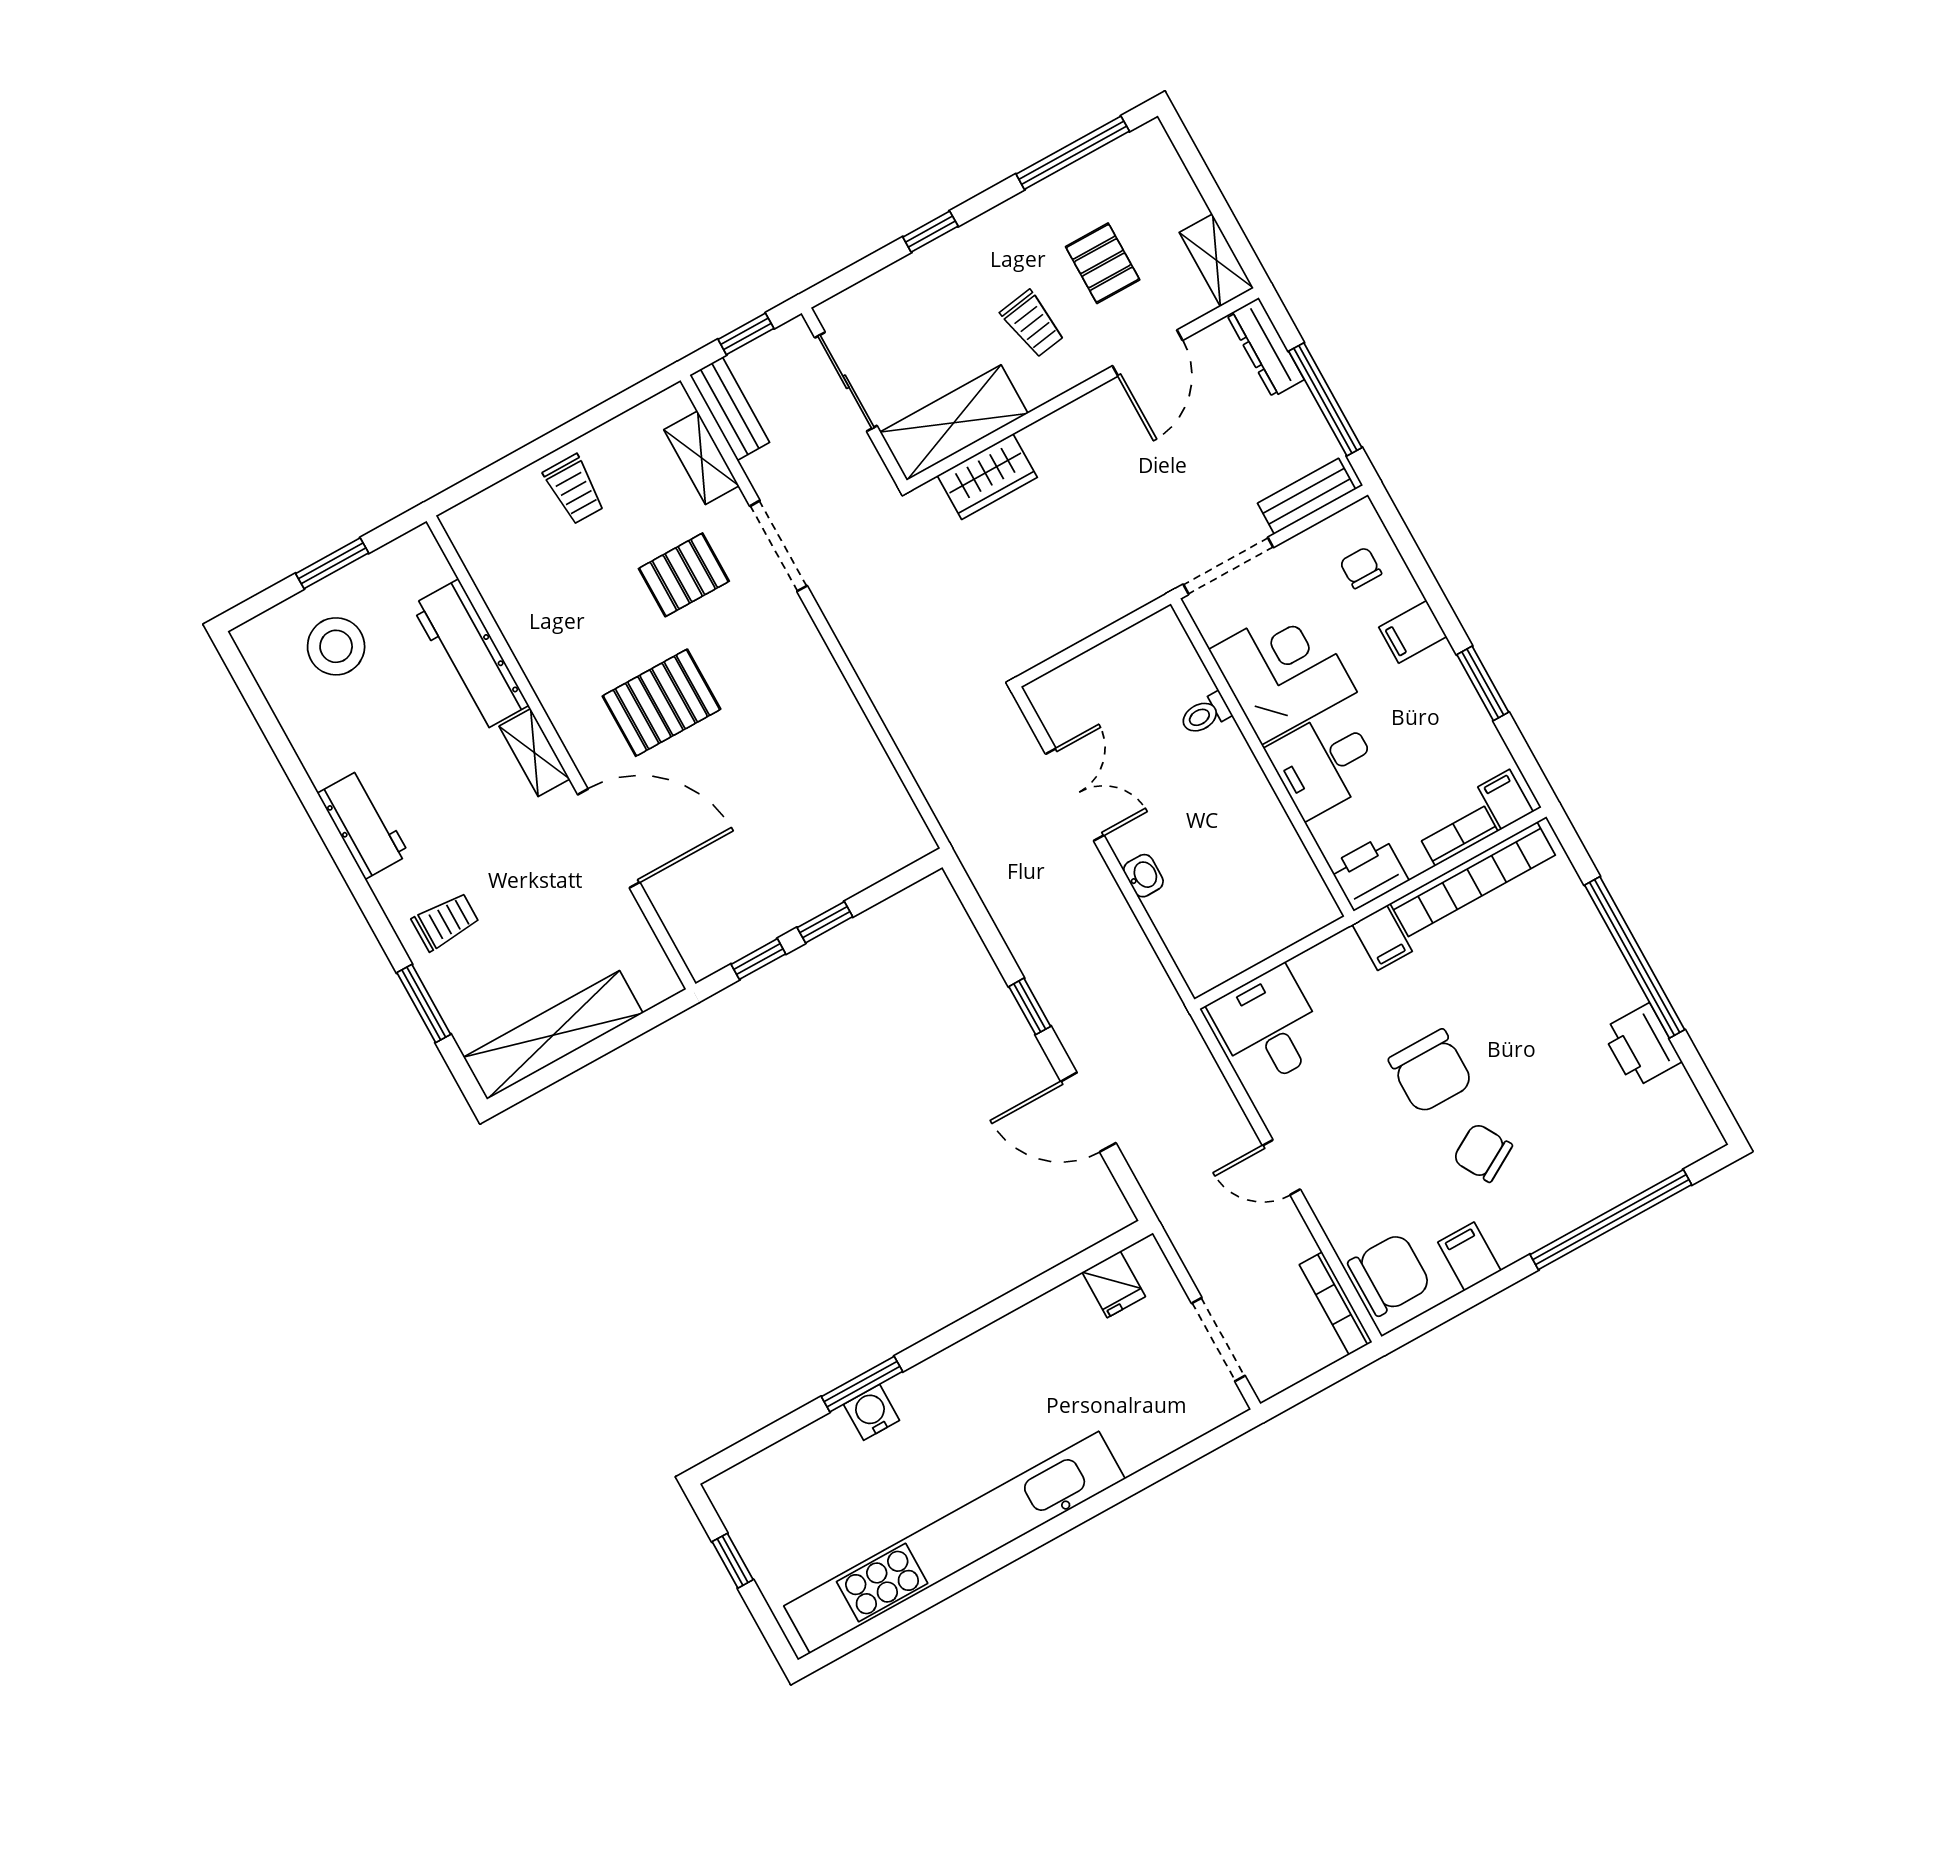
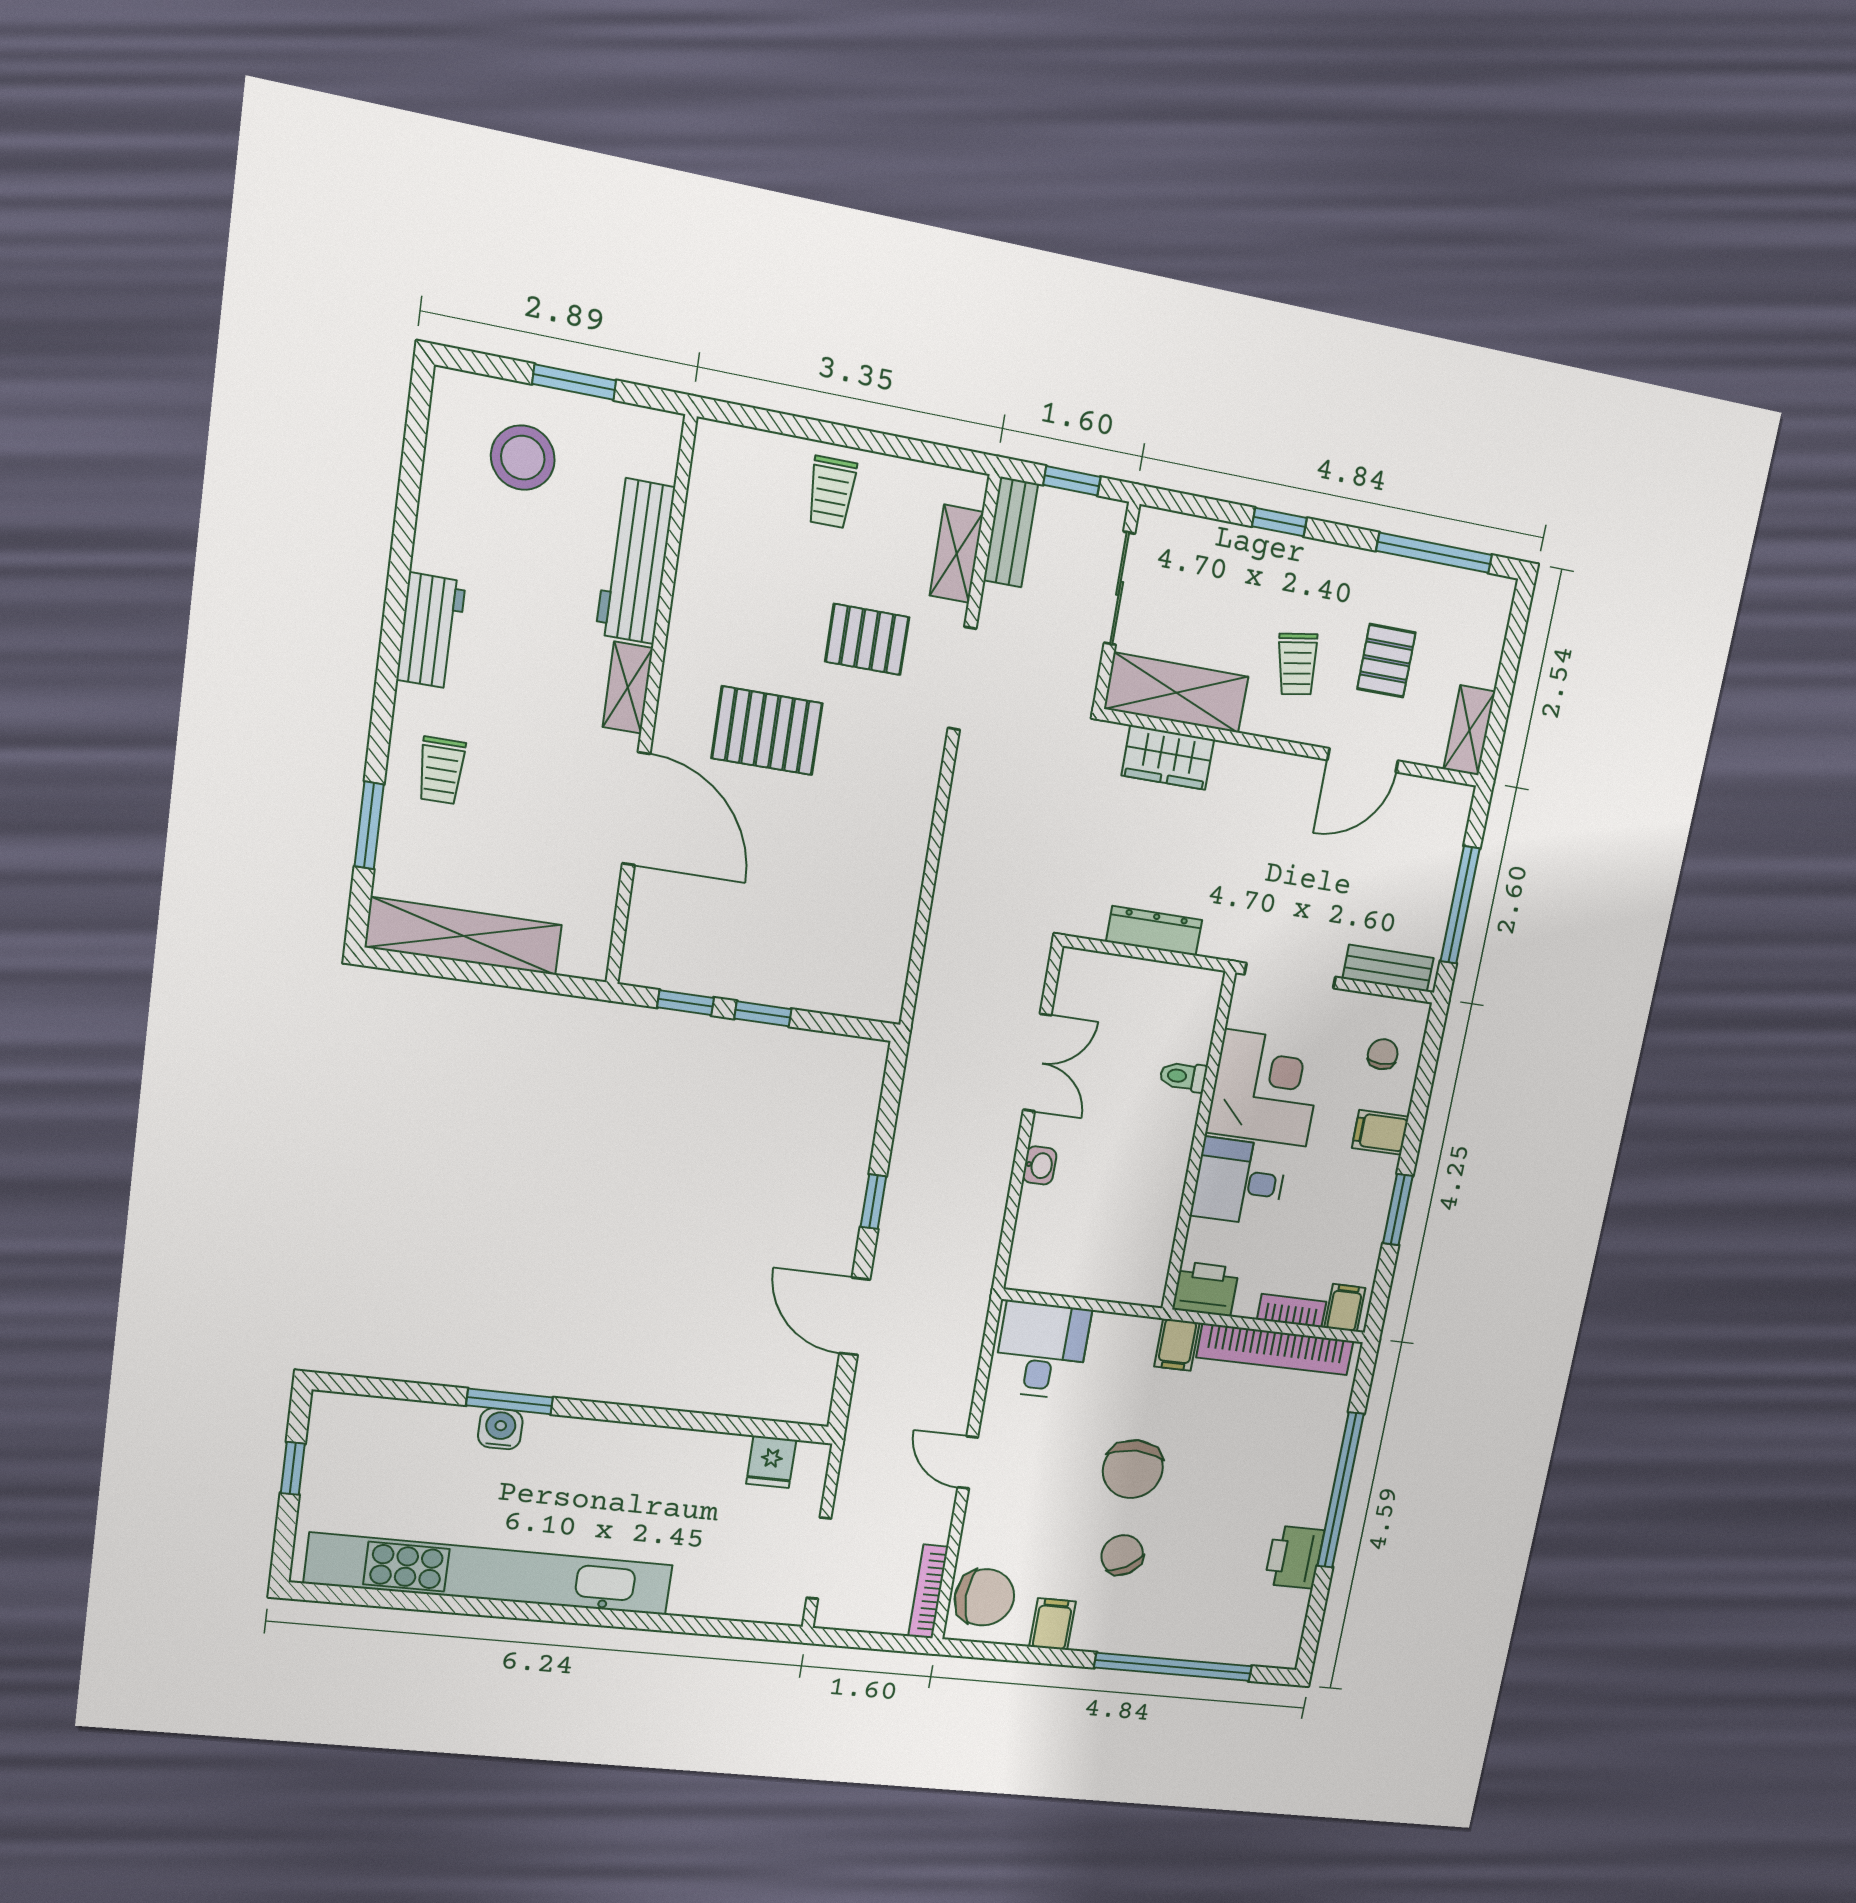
dresser: (1266, 347) -> (1154, 931), moved, turned 90
trolley: (445, 922) -> (441, 770), turned 90

